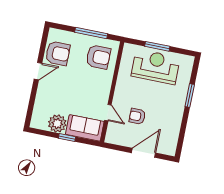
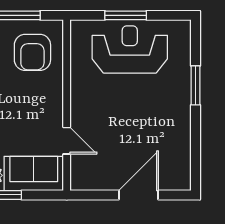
armchair: (98, 57) -> (32, 52), turned 90
armchair: (137, 116) -> (116, 137), removed

